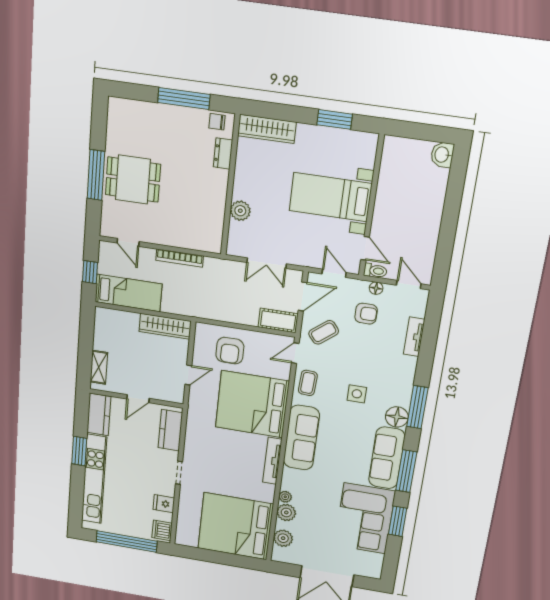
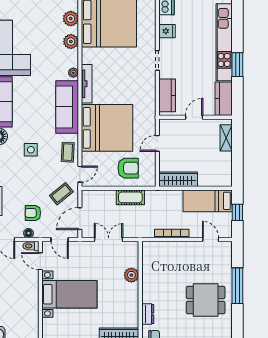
dining table: (133, 180) -> (206, 300), moved
cot: (278, 321) -> (130, 197), moved
armchair: (230, 351) -> (128, 168), turned 90
plant: (285, 497) -> (73, 73), moved

